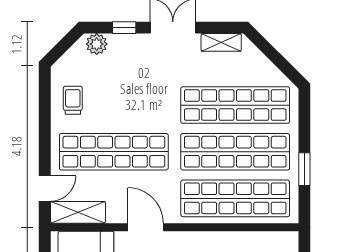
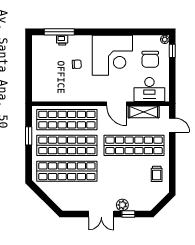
shelving: (221, 42) -> (75, 206), removed
plant: (97, 44) -> (122, 205), moved
door: (45, 188) -> (172, 125), swing flipped
shelving: (78, 212) -> (144, 112), moved

